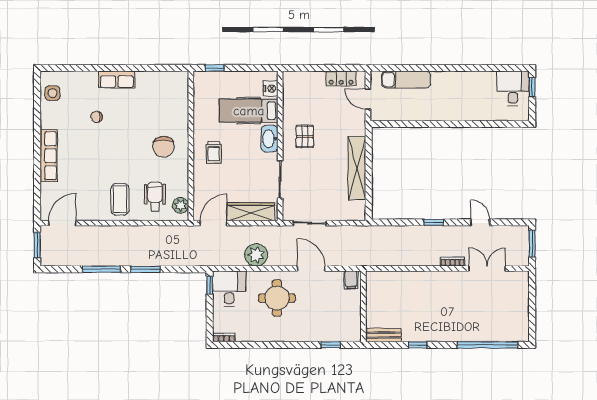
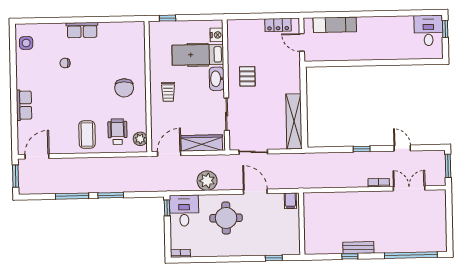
row of seats: (49, 156) -> (24, 105), width x0.68
shelving: (357, 168) -> (294, 121), moved
bench: (383, 335) -> (358, 248), moved

